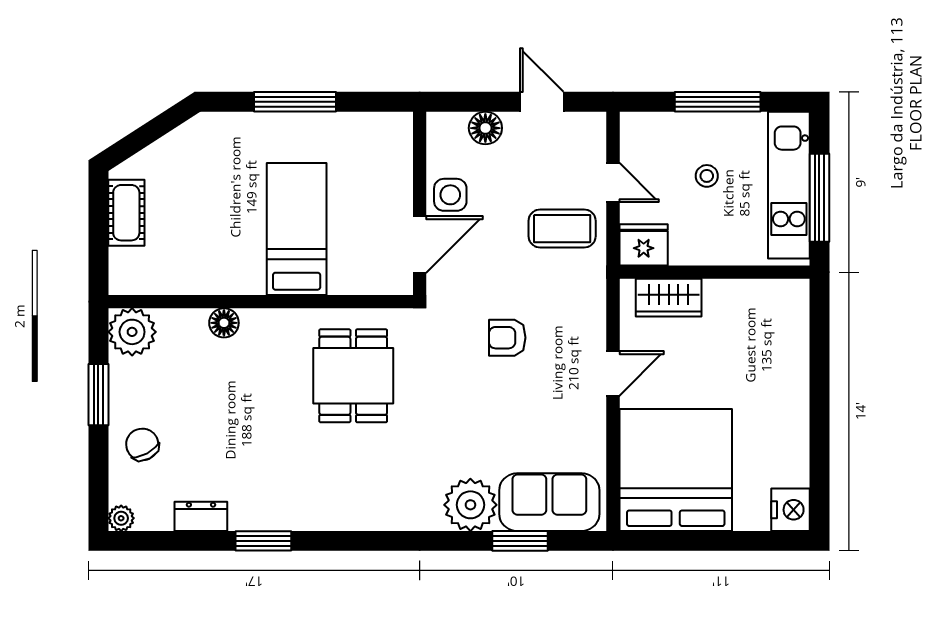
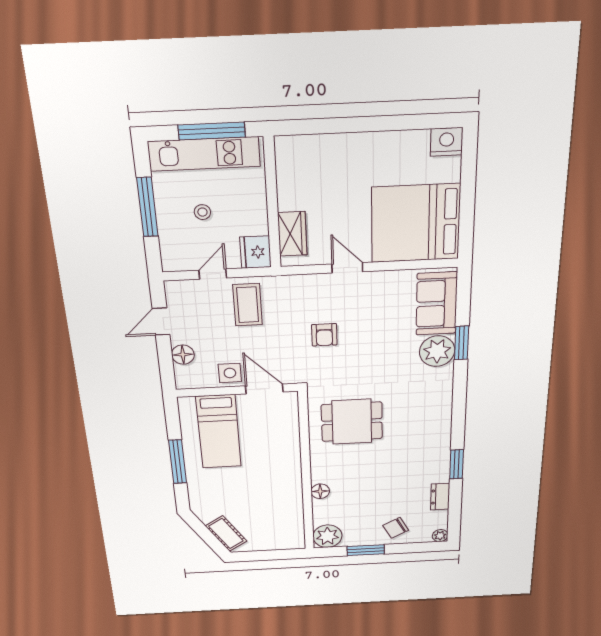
cot: (126, 213) -> (226, 534), moved, turned 57
bed: (297, 229) -> (219, 432), moved, turned -90
window: (520, 541) -> (462, 343), moved

